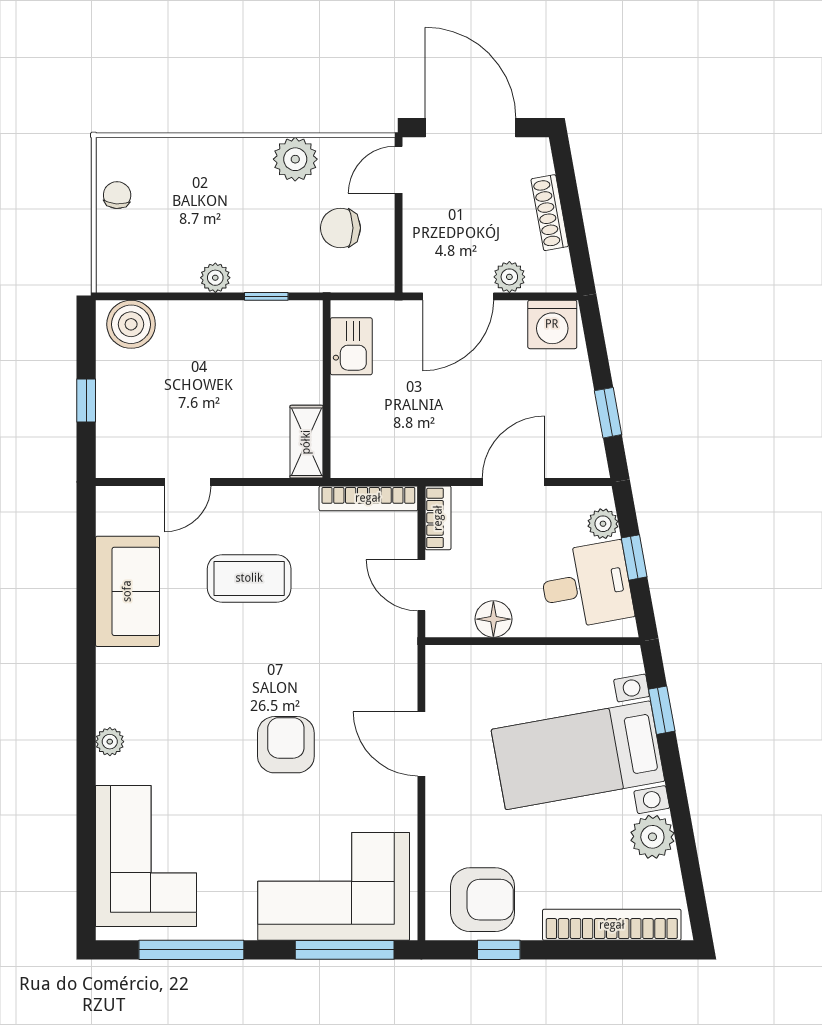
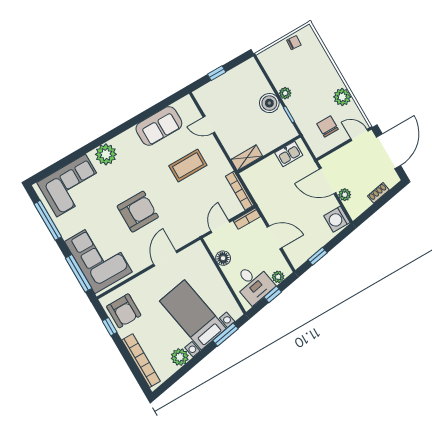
shoe rack: (550, 213) -> (378, 193), width x0.70
boiler: (131, 324) -> (269, 103), moved
coffee table: (249, 578) -> (188, 165), turned 90
window: (662, 710) -> (225, 335), width x1.50
plant: (110, 742) -> (106, 154), width x1.88, depth x1.88
armchair: (286, 745) -> (138, 212), width x1.36, depth x1.36

